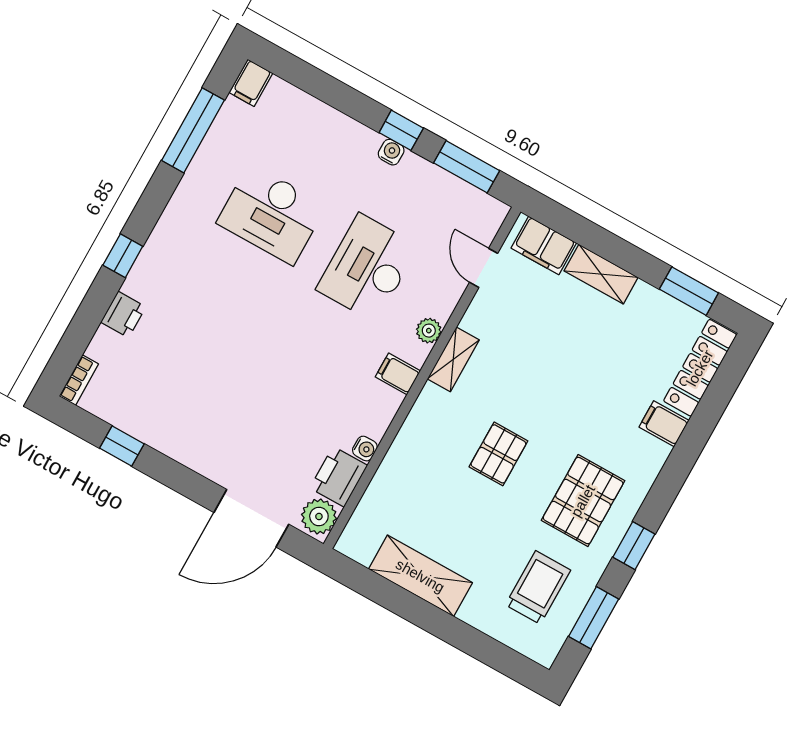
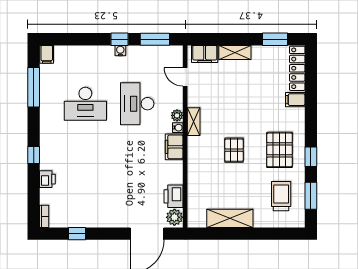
filing cabinet: (398, 374) -> (174, 147), width x2.00
water cooler: (365, 449) -> (178, 128), moved

